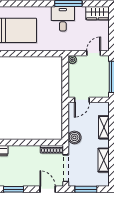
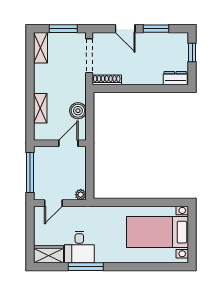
desk: (63, 19) -> (79, 247), moved
boiler: (74, 137) -> (78, 111), moved
shelving: (104, 160) -> (41, 48), moved
door: (48, 189) -> (125, 29), moved

